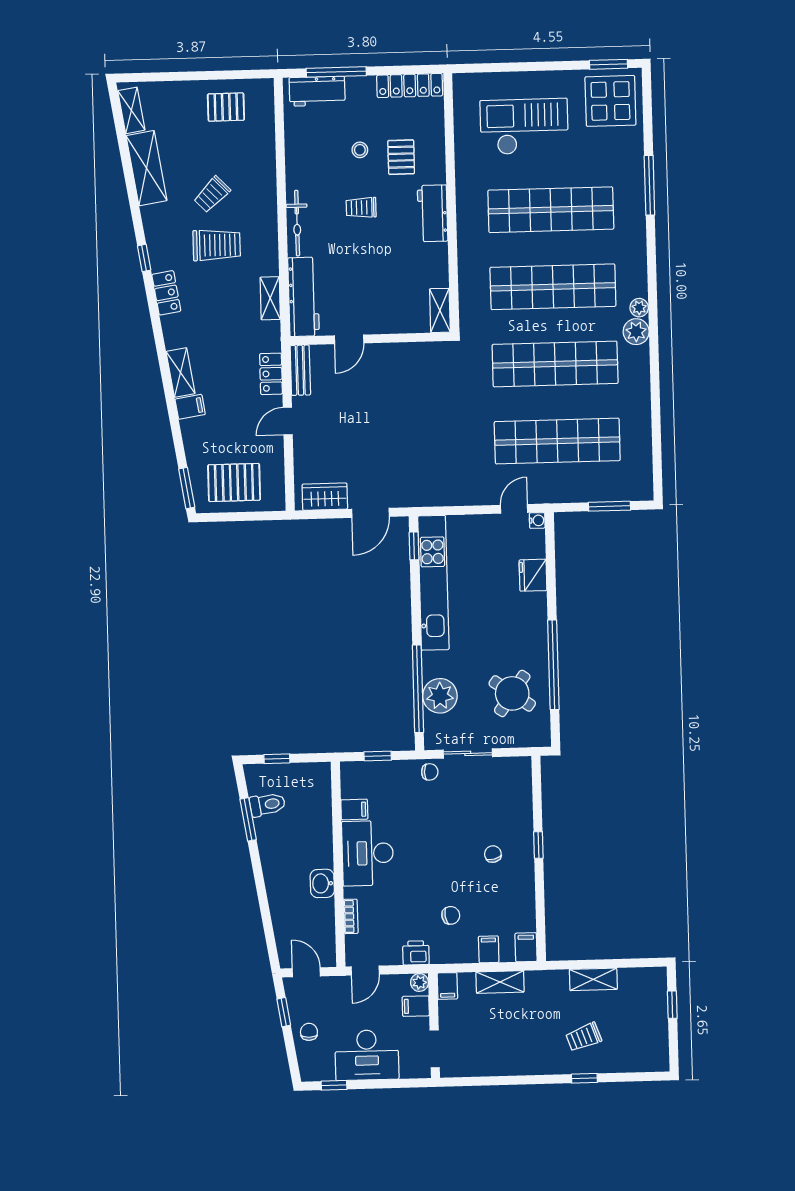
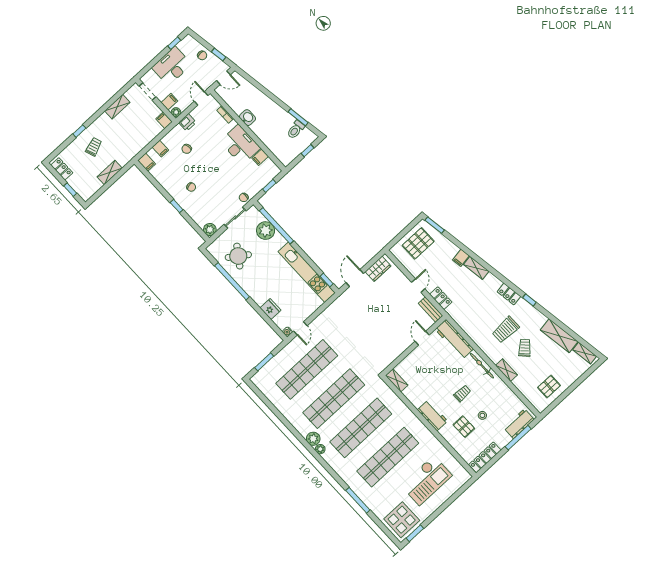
shelving: (270, 298) -> (506, 370), moved
plant: (520, 768) -> (210, 229), added
shelving: (500, 982) -> (117, 107), moved
locker: (658, 1046) -> (62, 169), added

